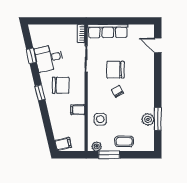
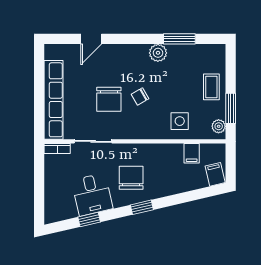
row of seats: (108, 31) -> (54, 100), width x1.36
door: (158, 45) -> (91, 39), moved
filing cabinet: (78, 110) -> (192, 153), moved
plant: (148, 119) -> (158, 53), moved

